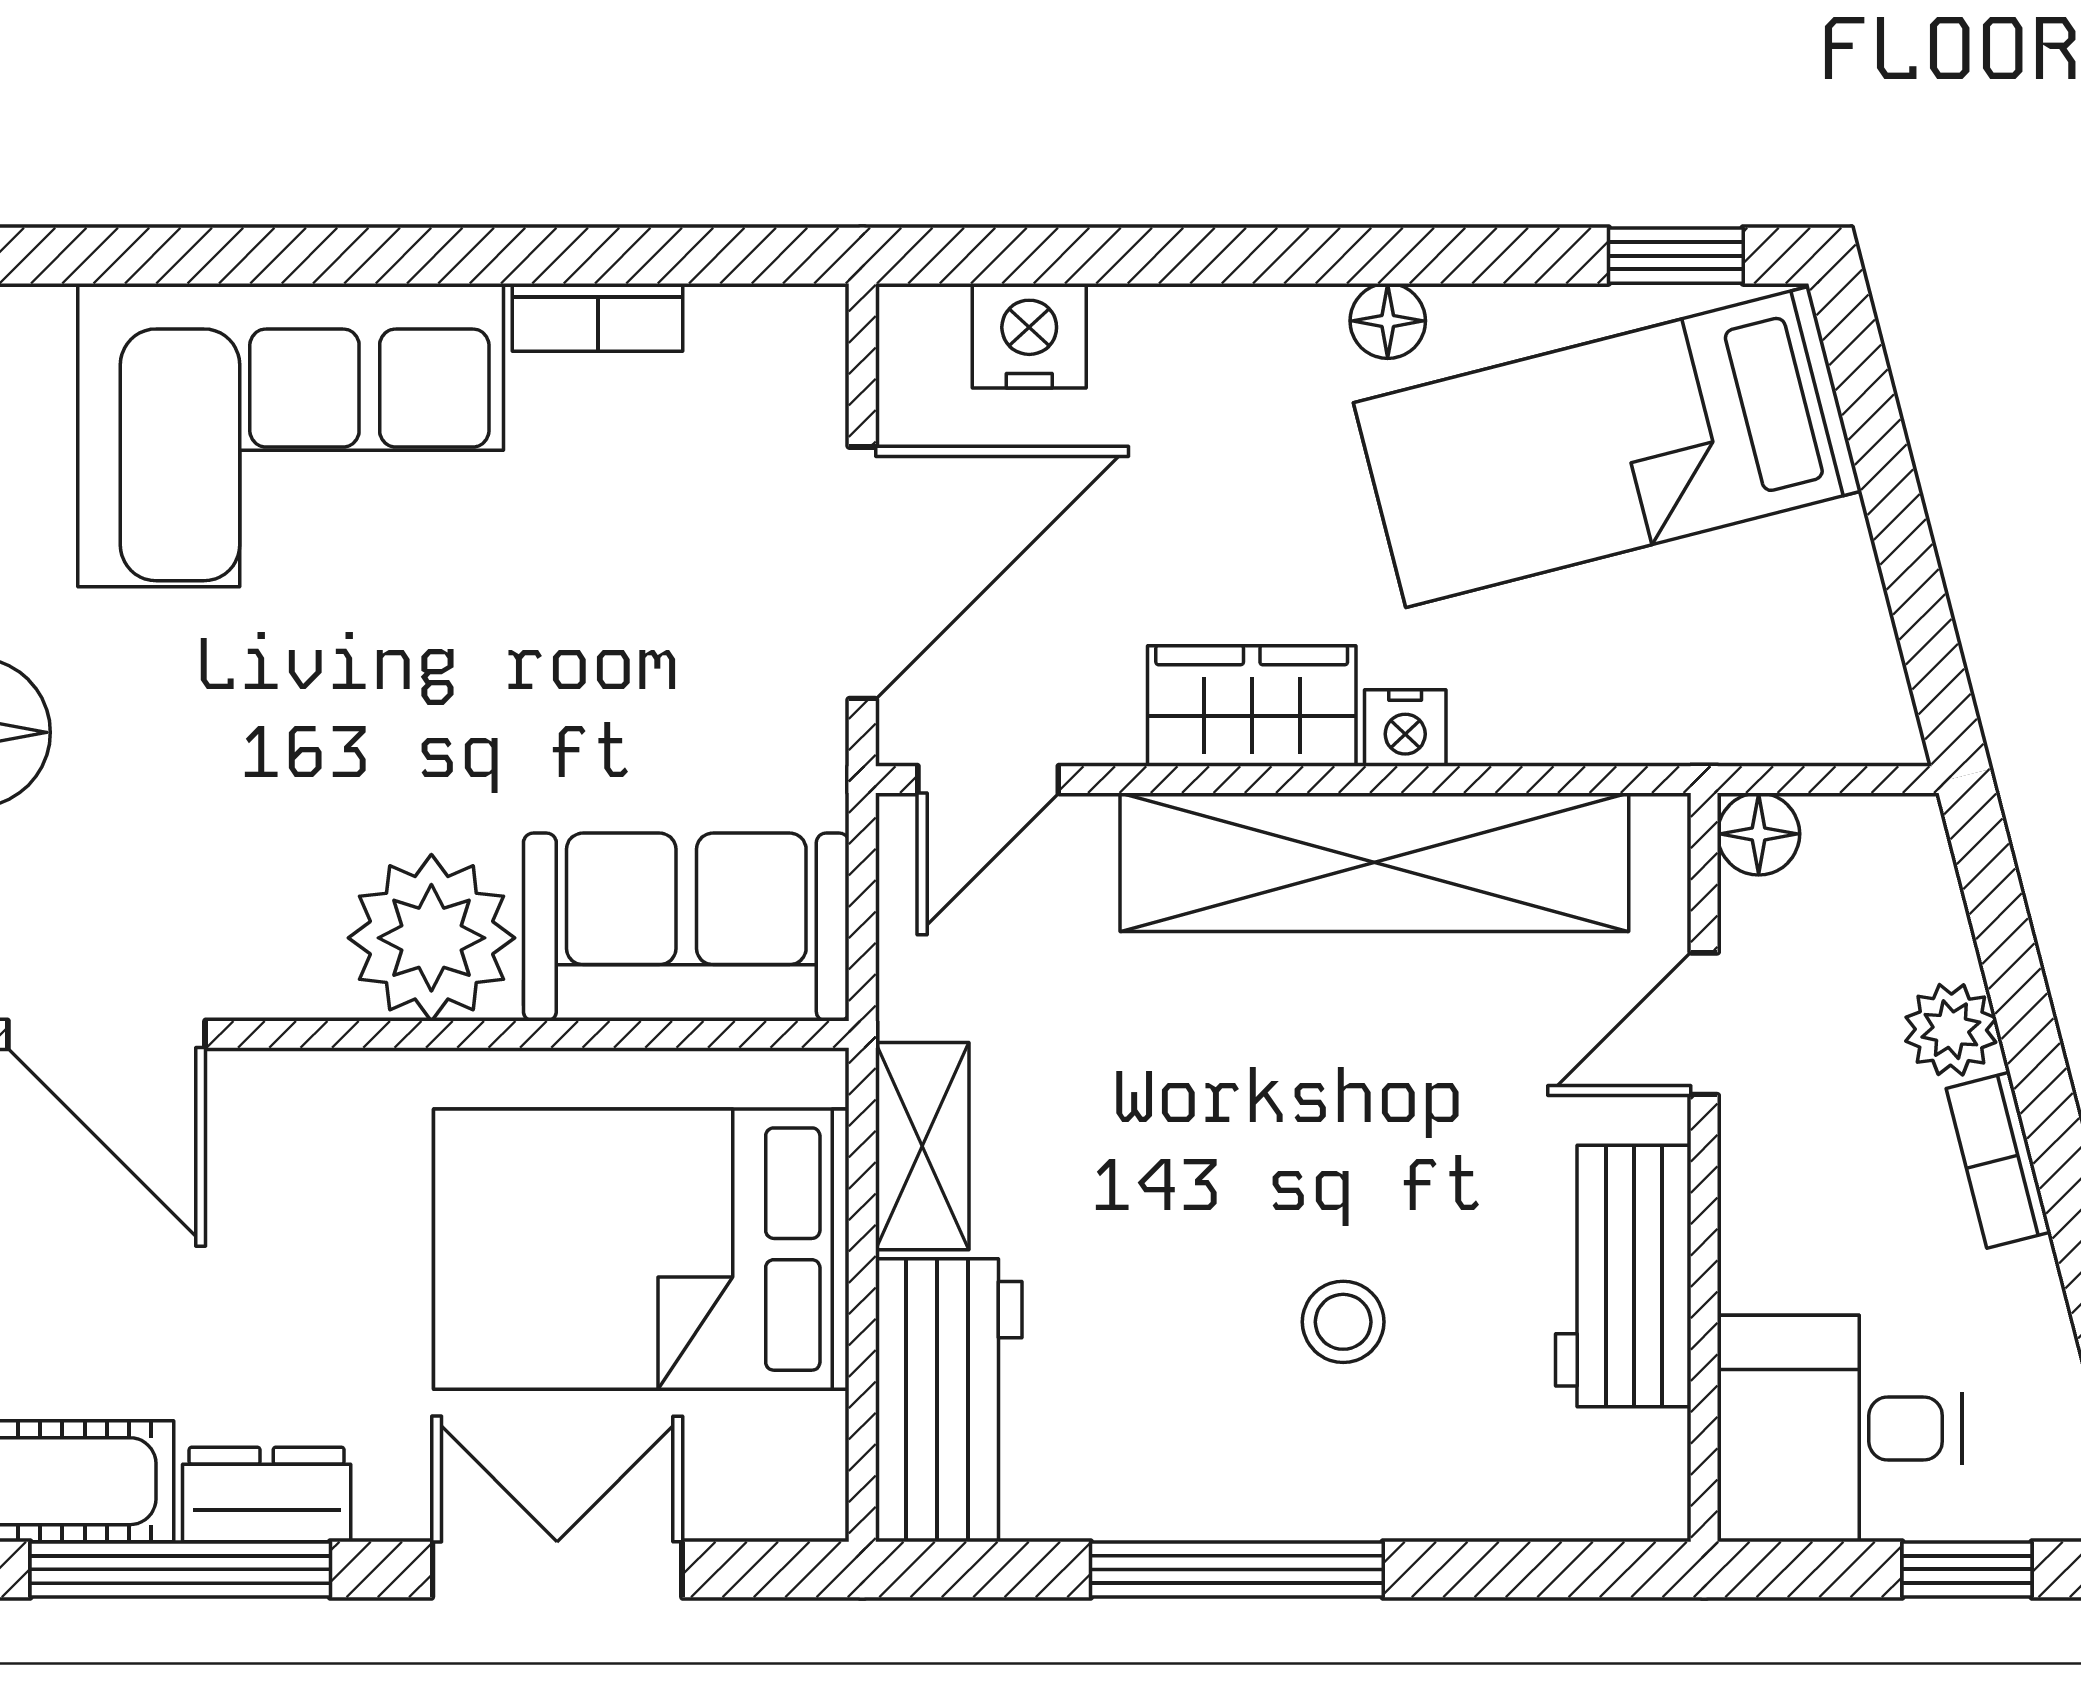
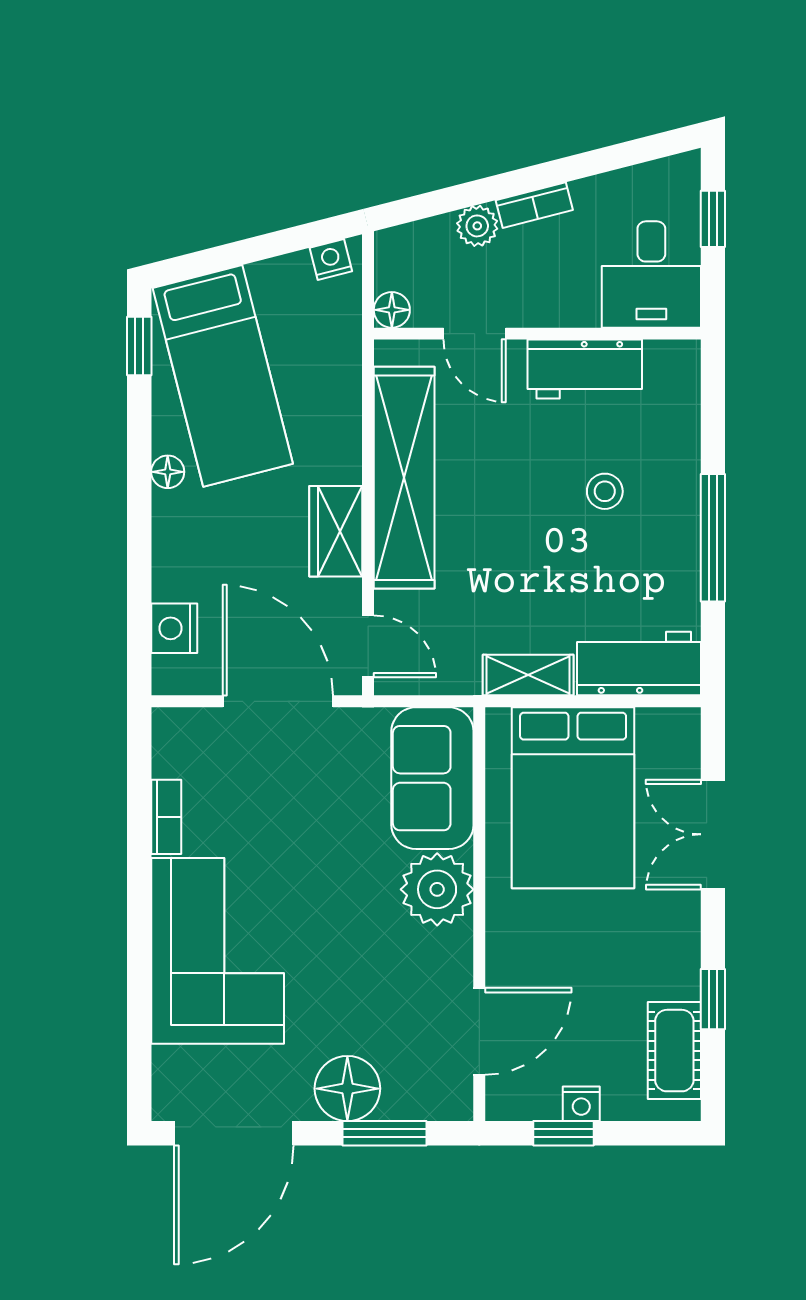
nightstand: (1405, 728) -> (331, 259), moved, turned -104
dresser: (267, 1494) -> (680, 961), removed
window: (180, 1569) -> (713, 999), width x0.46

